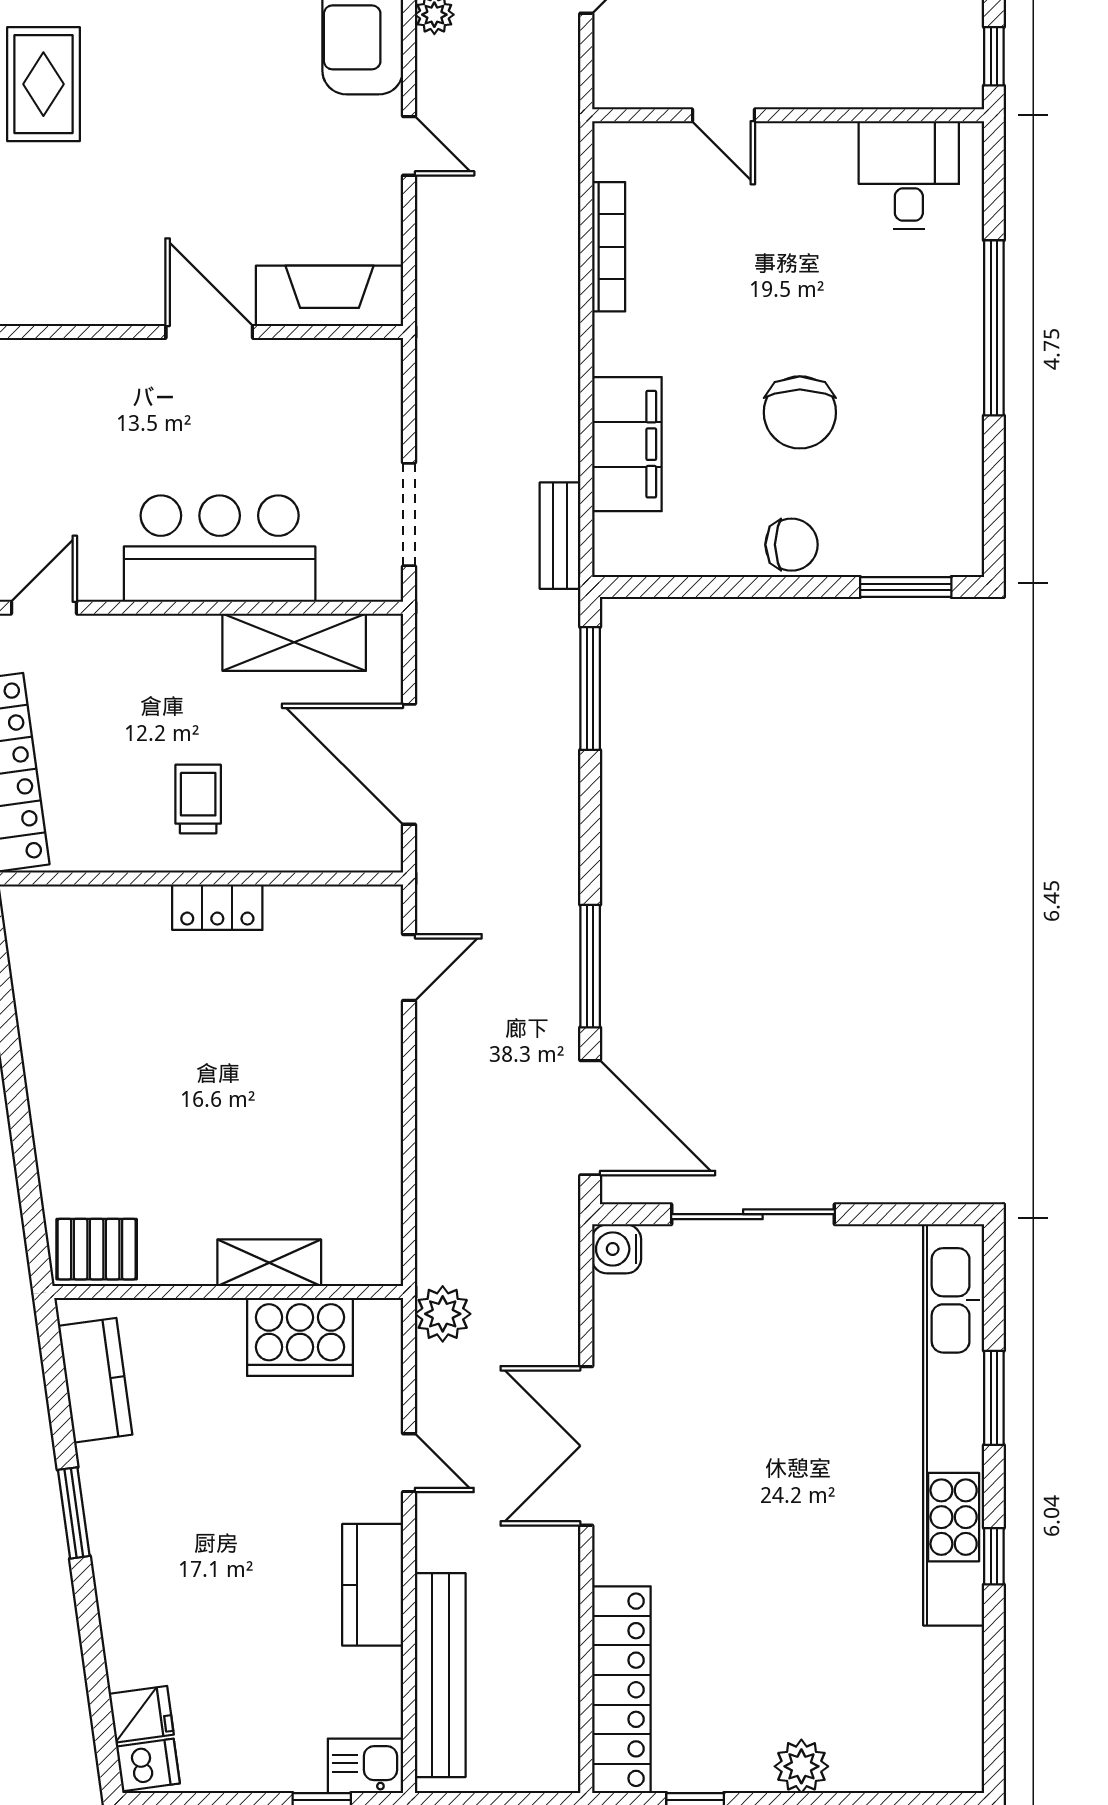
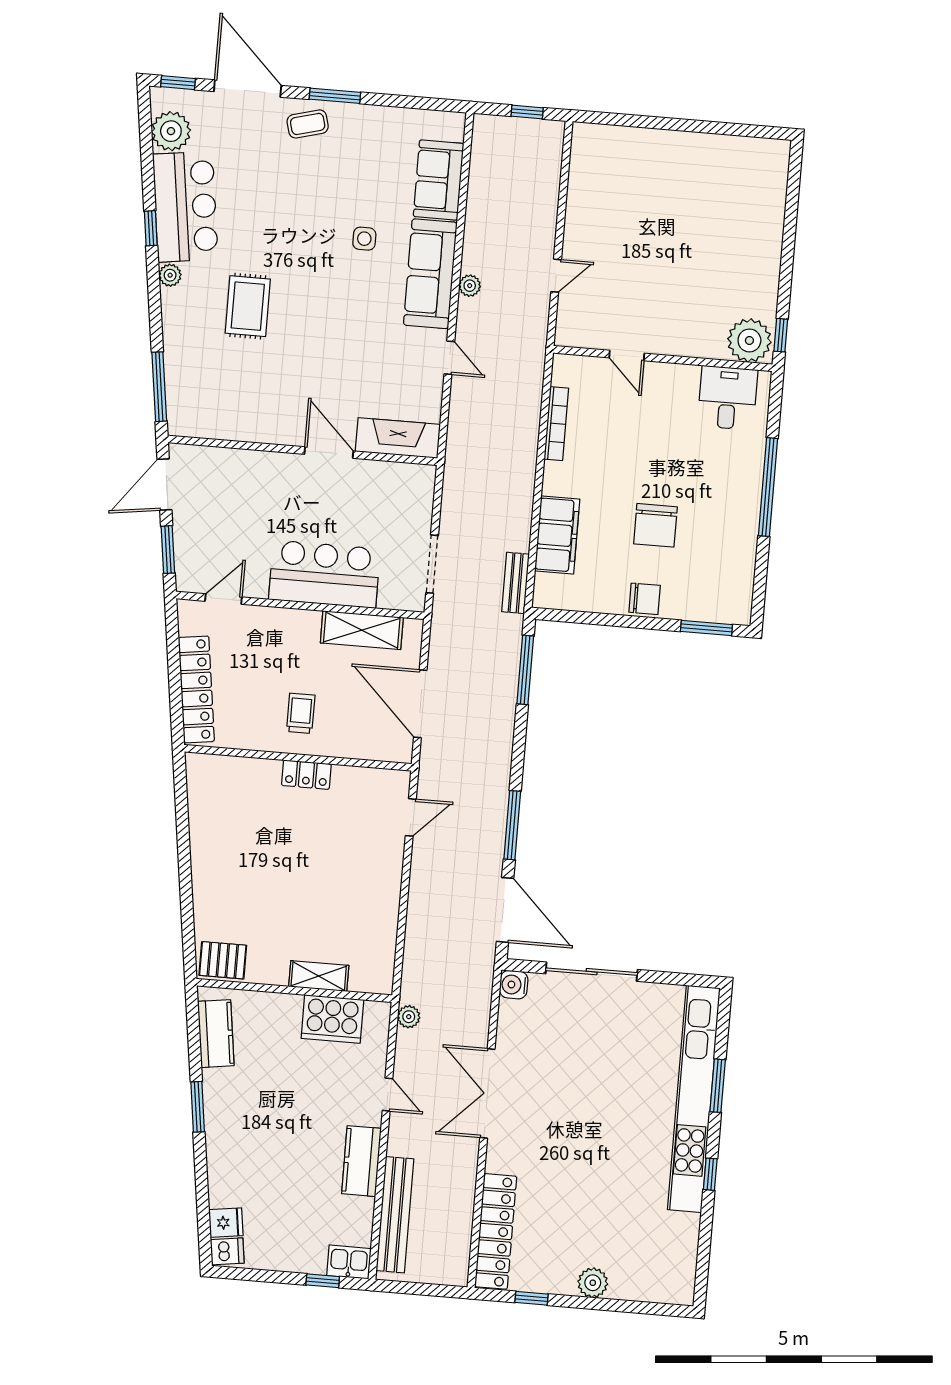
plant: (939, 70) -> (749, 340), added
plant: (443, 1314) -> (409, 1017), width x0.73, depth x0.73

